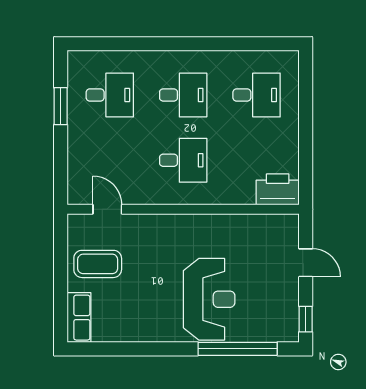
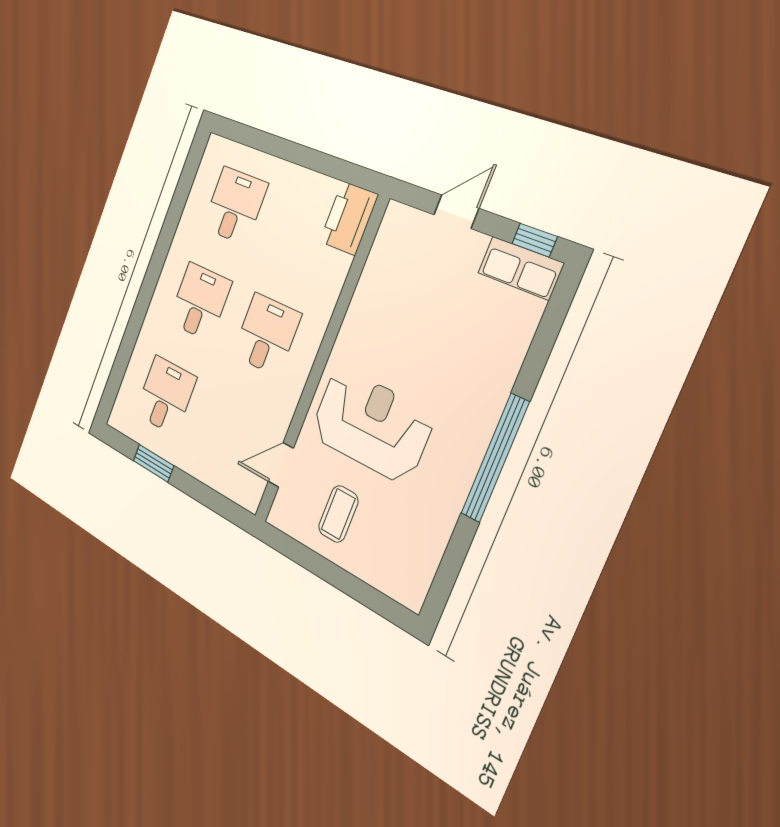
coffee table: (98, 264) -> (338, 514), width x0.73, depth x0.77
reception desk: (209, 299) -> (371, 425), moved
row of seats: (79, 318) -> (521, 268), moved, turned 180
window: (238, 349) -> (495, 458), moved

